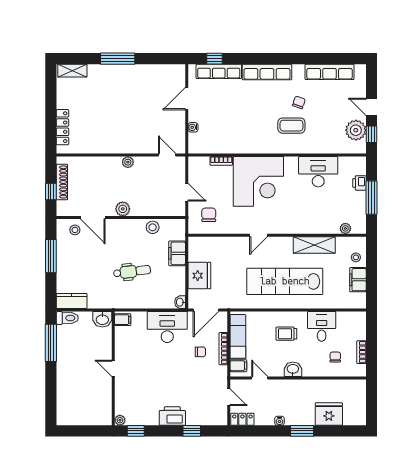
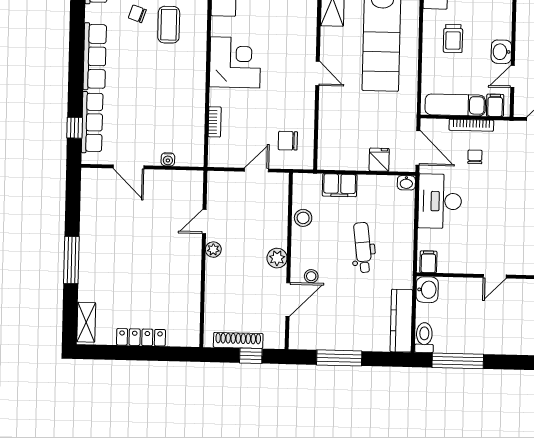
locker: (62, 127) -> (141, 337), moved
door: (167, 155) -> (204, 221), moved
corner desk: (258, 181) -> (235, 62), width x0.74, depth x0.74
stool: (75, 230) -> (311, 276), moved
fridge: (199, 276) -> (379, 160), width x0.53, depth x0.75
kitchen counter: (72, 301) -> (401, 321), width x1.50
washbasin: (293, 369) -> (501, 52), moved

